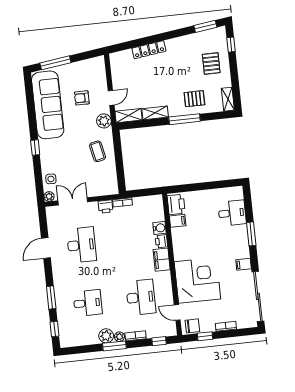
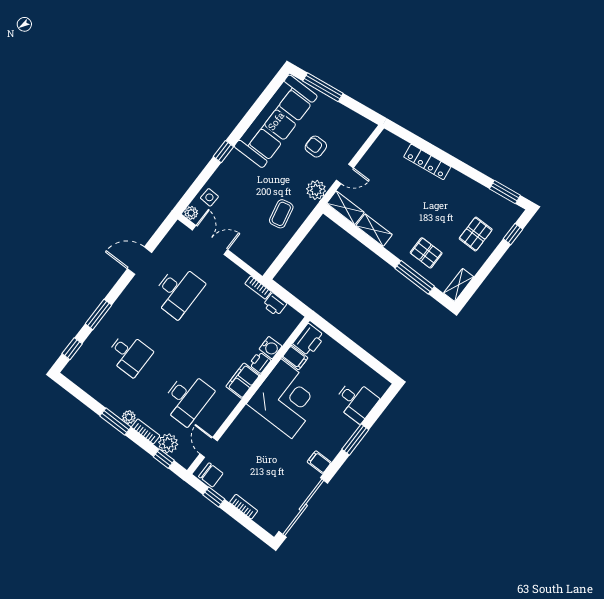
window: (185, 119) -> (415, 277), moved
printer: (106, 207) -> (275, 304), moved
corner desk: (197, 280) -> (286, 399), moved
plant: (106, 336) -> (168, 443), moved

